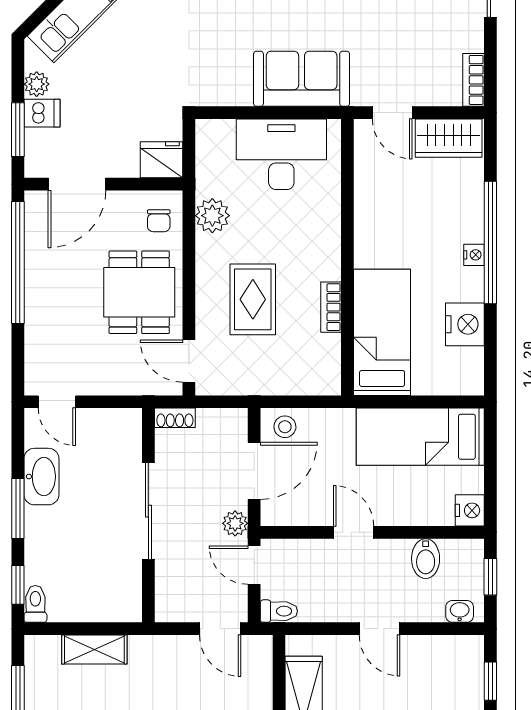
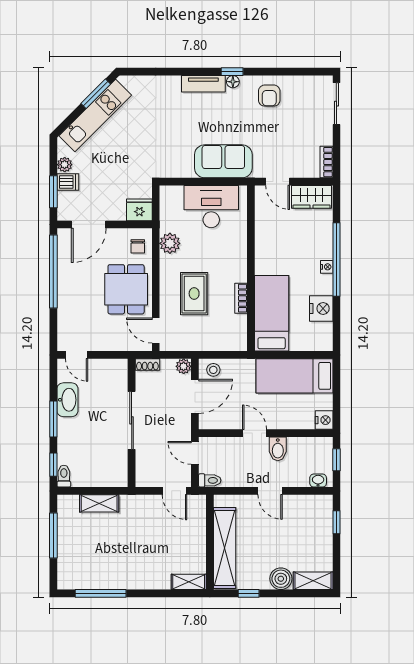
plant: (235, 523) -> (184, 366), moved
bidet: (426, 559) -> (278, 449), moved

